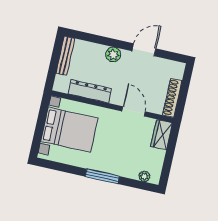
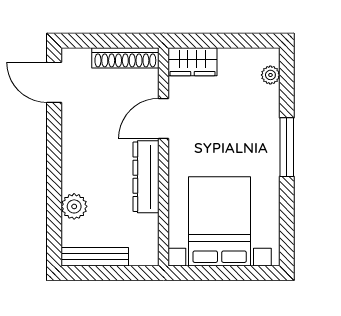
door: (144, 50) -> (54, 82), moved
plant: (113, 55) -> (74, 206), moved
dresser: (90, 91) -> (146, 177), moved

